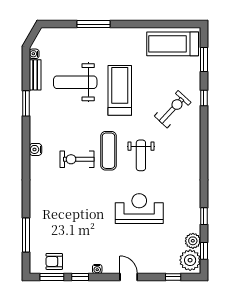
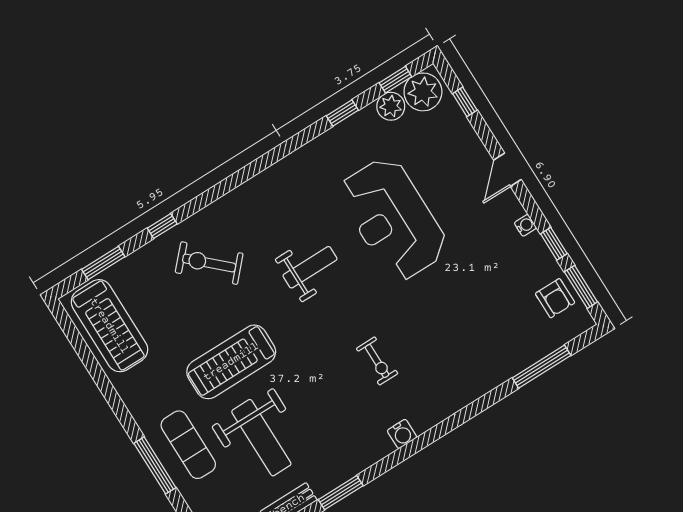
exercise mat: (109, 151) -> (188, 445), moved, turned 90
exercise bike: (77, 159) -> (377, 361), width x0.73, depth x0.72
reception desk: (139, 209) -> (393, 219), width x1.36, depth x1.30

